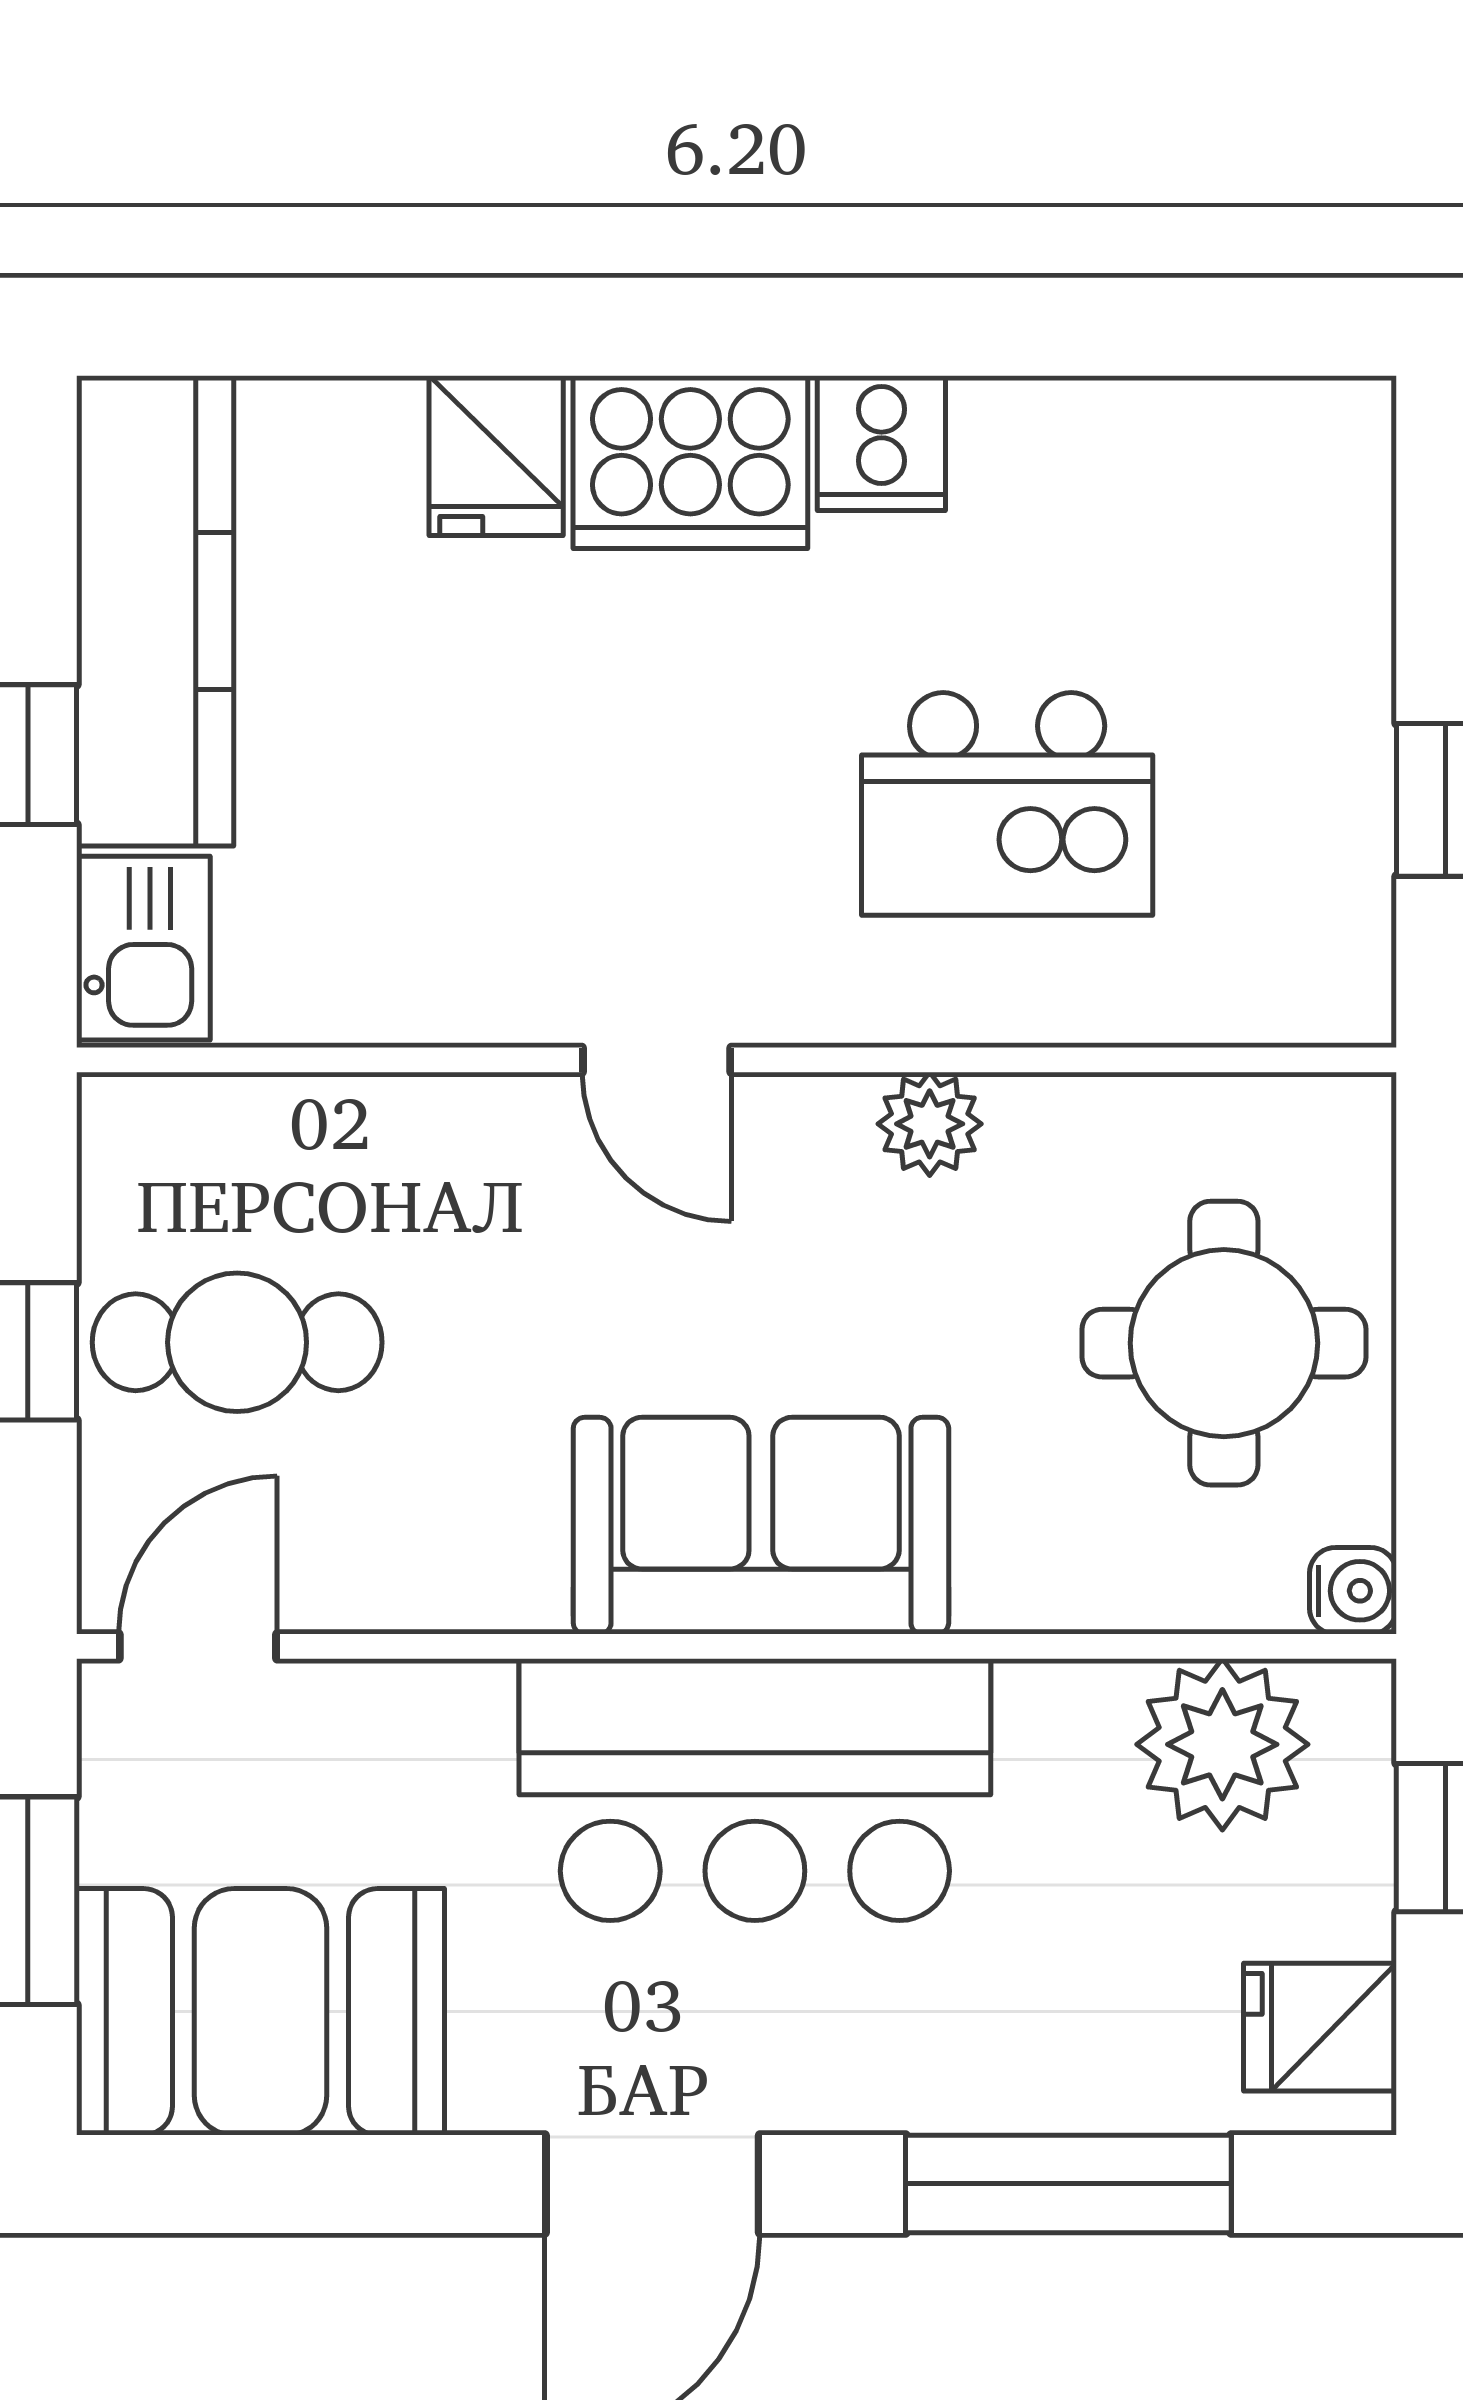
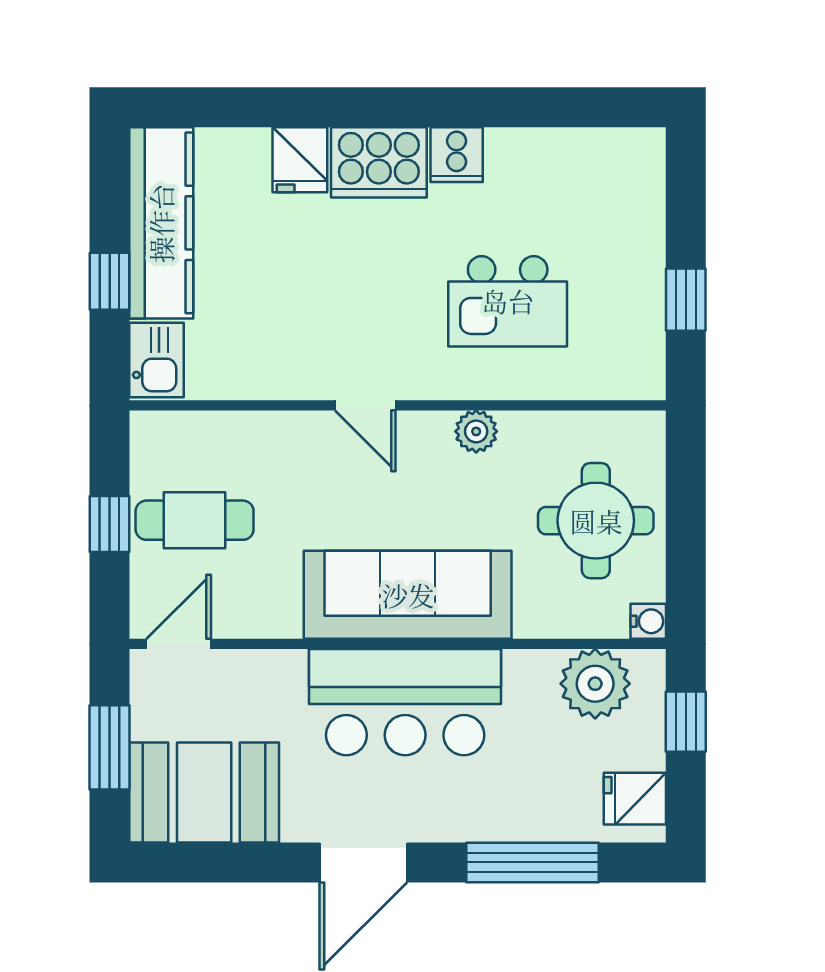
sofa: (761, 1526) -> (408, 595), width x1.36

